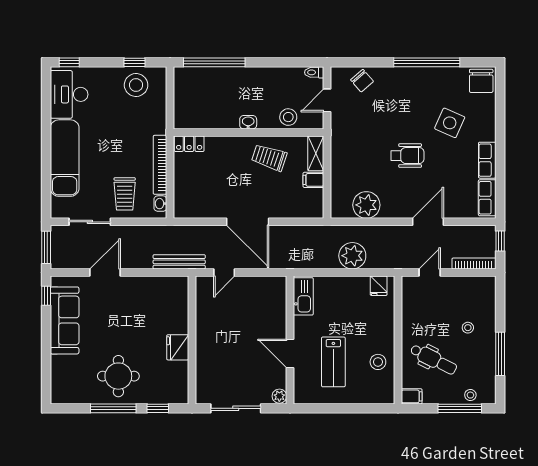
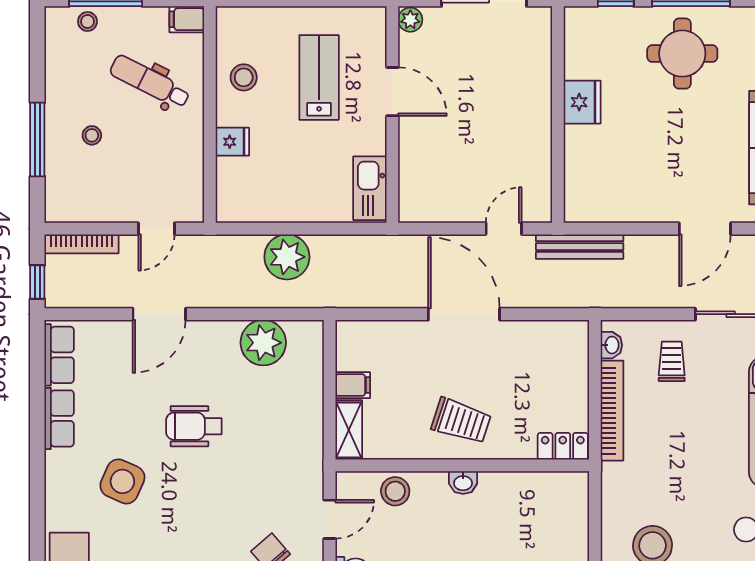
trolley: (269, 157) -> (461, 421), moved
trolley: (125, 194) -> (672, 361), width x0.73, depth x0.72
fridge: (379, 286) -> (232, 142), moved, turned 90
window: (500, 354) -> (37, 140), moved

